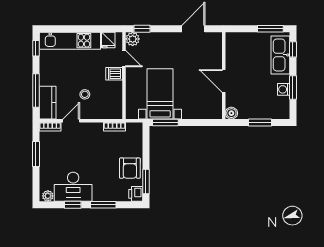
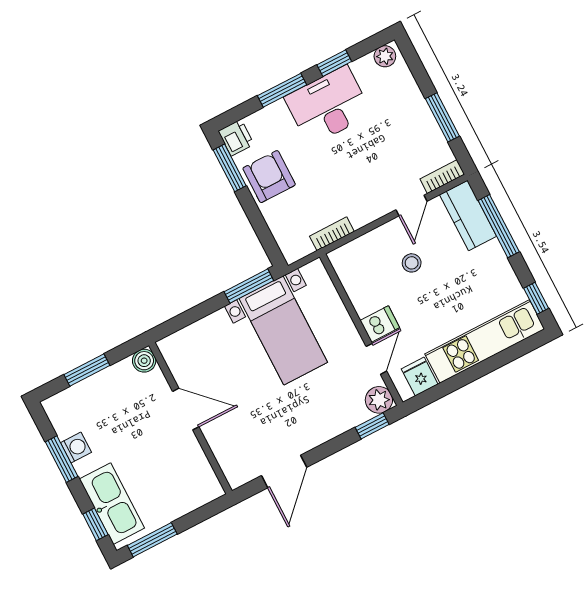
door: (124, 59) -> (376, 359), swing flipped
desk: (73, 187) -> (328, 106), moved

